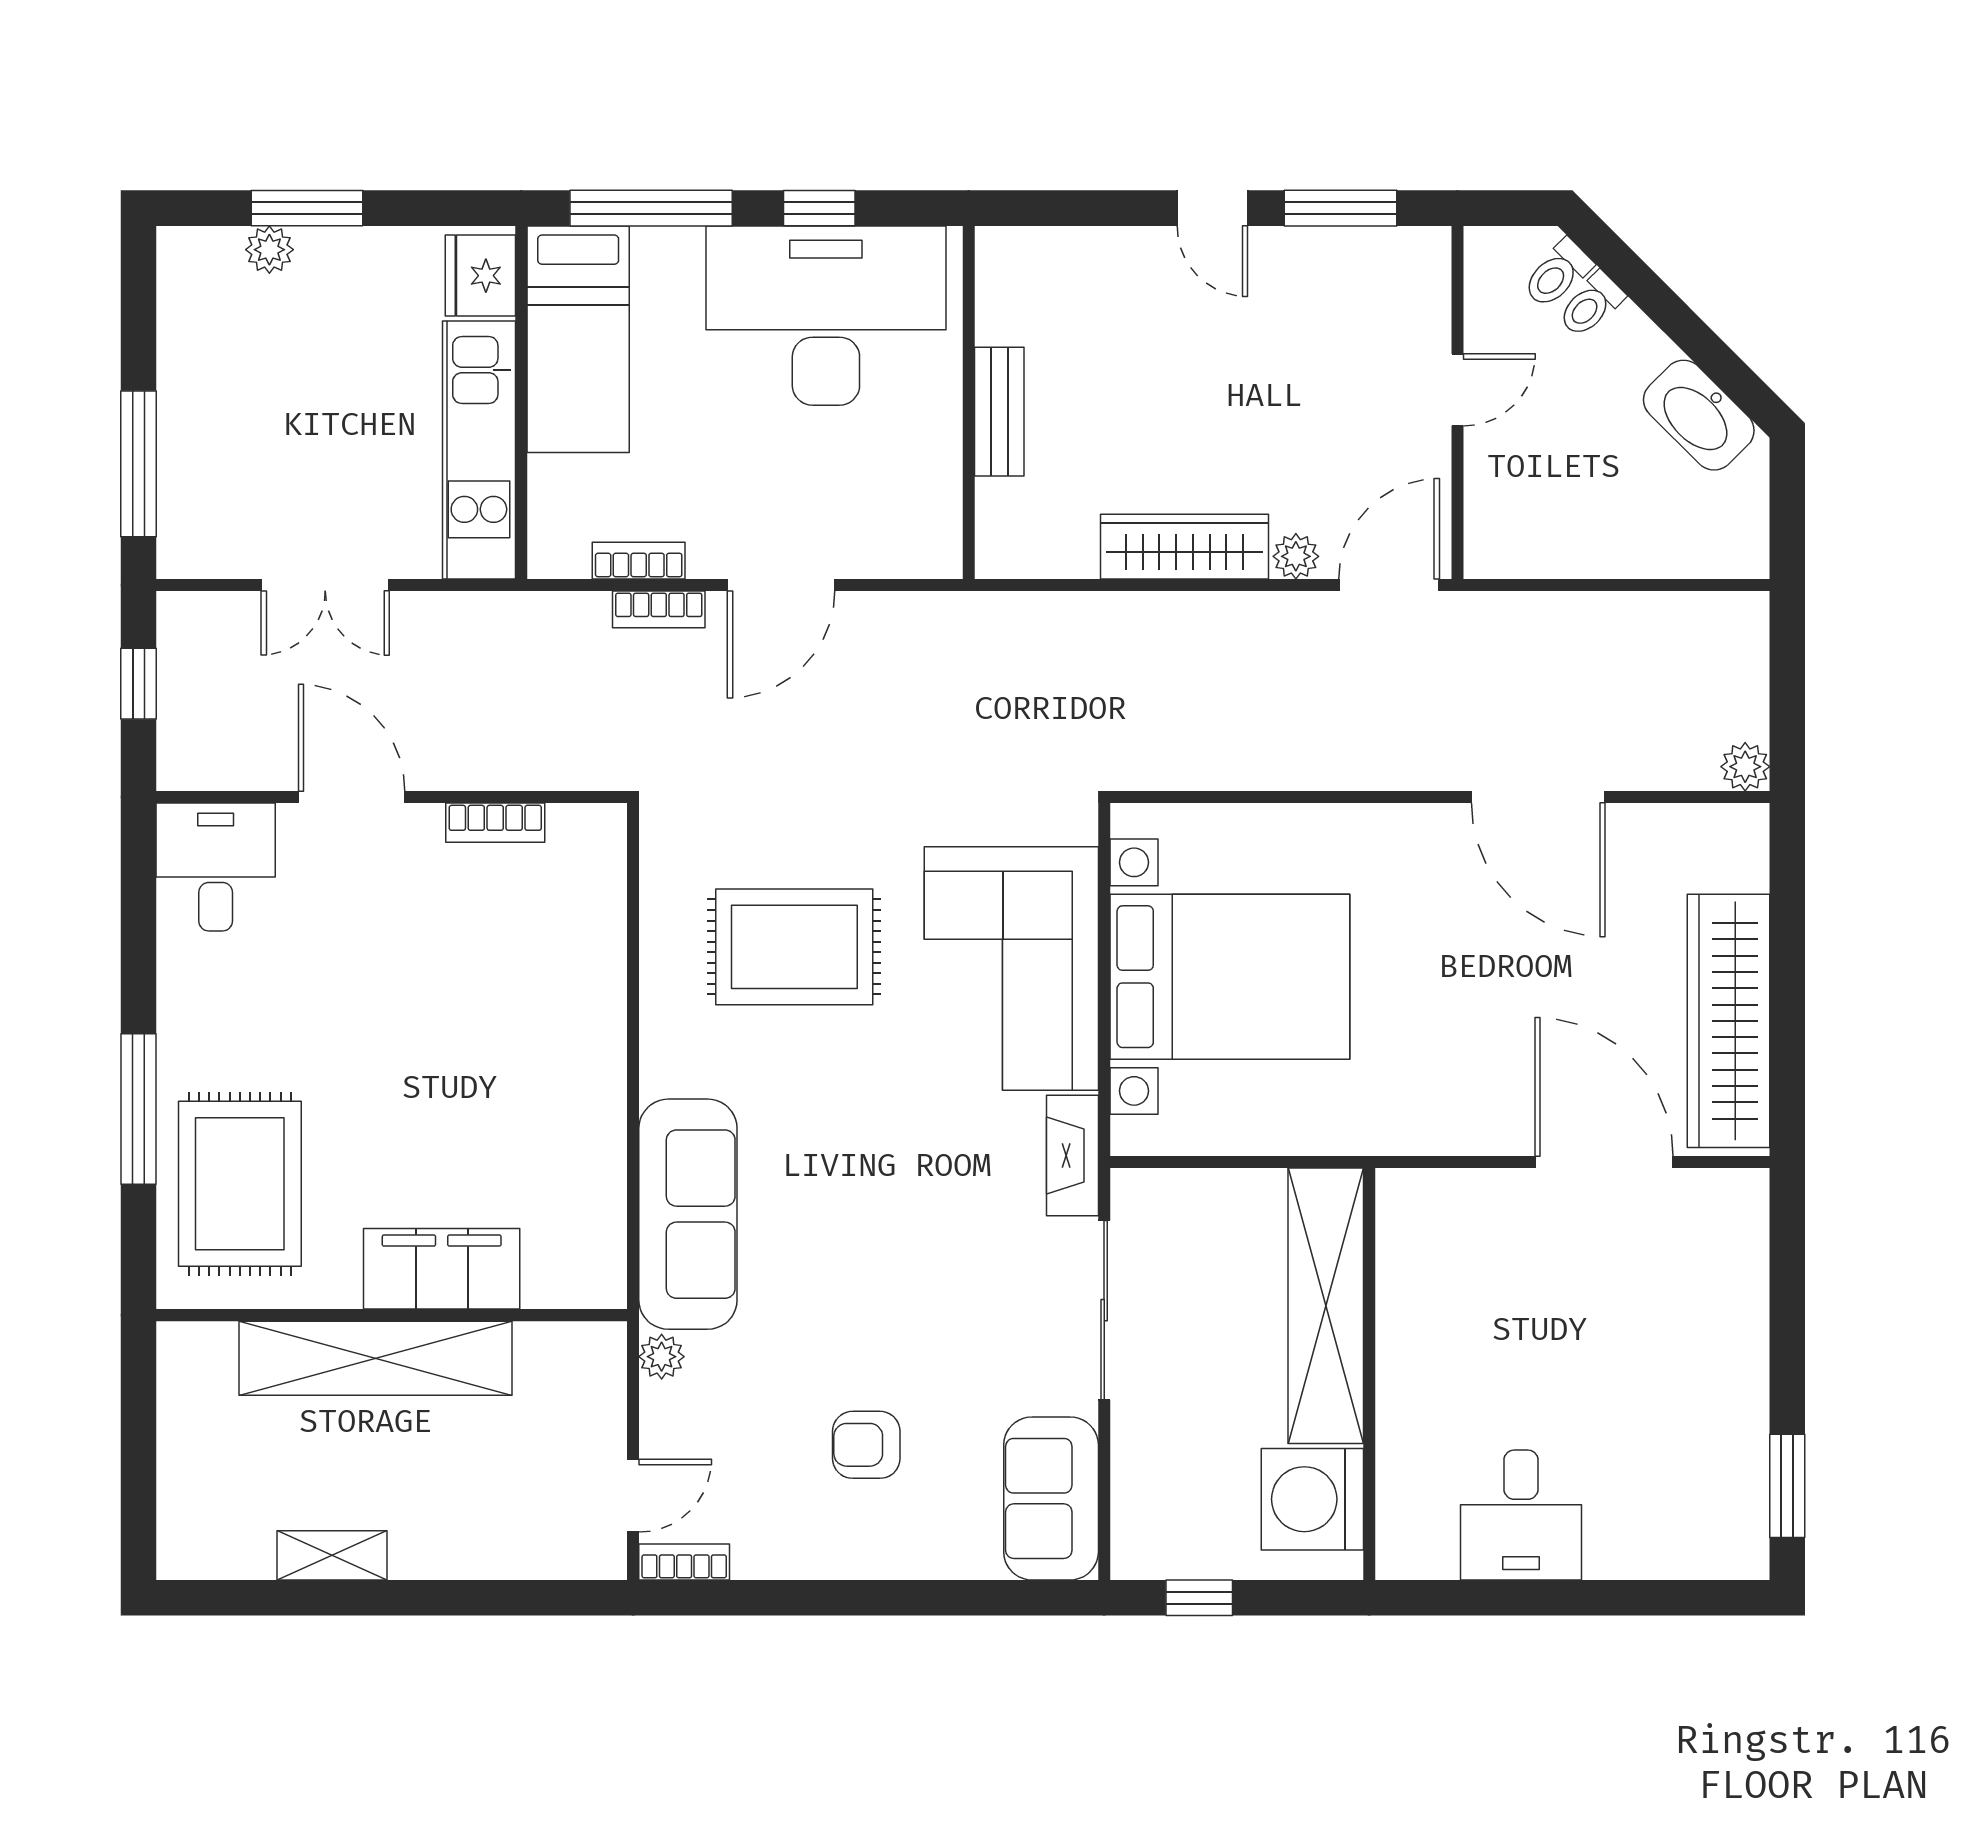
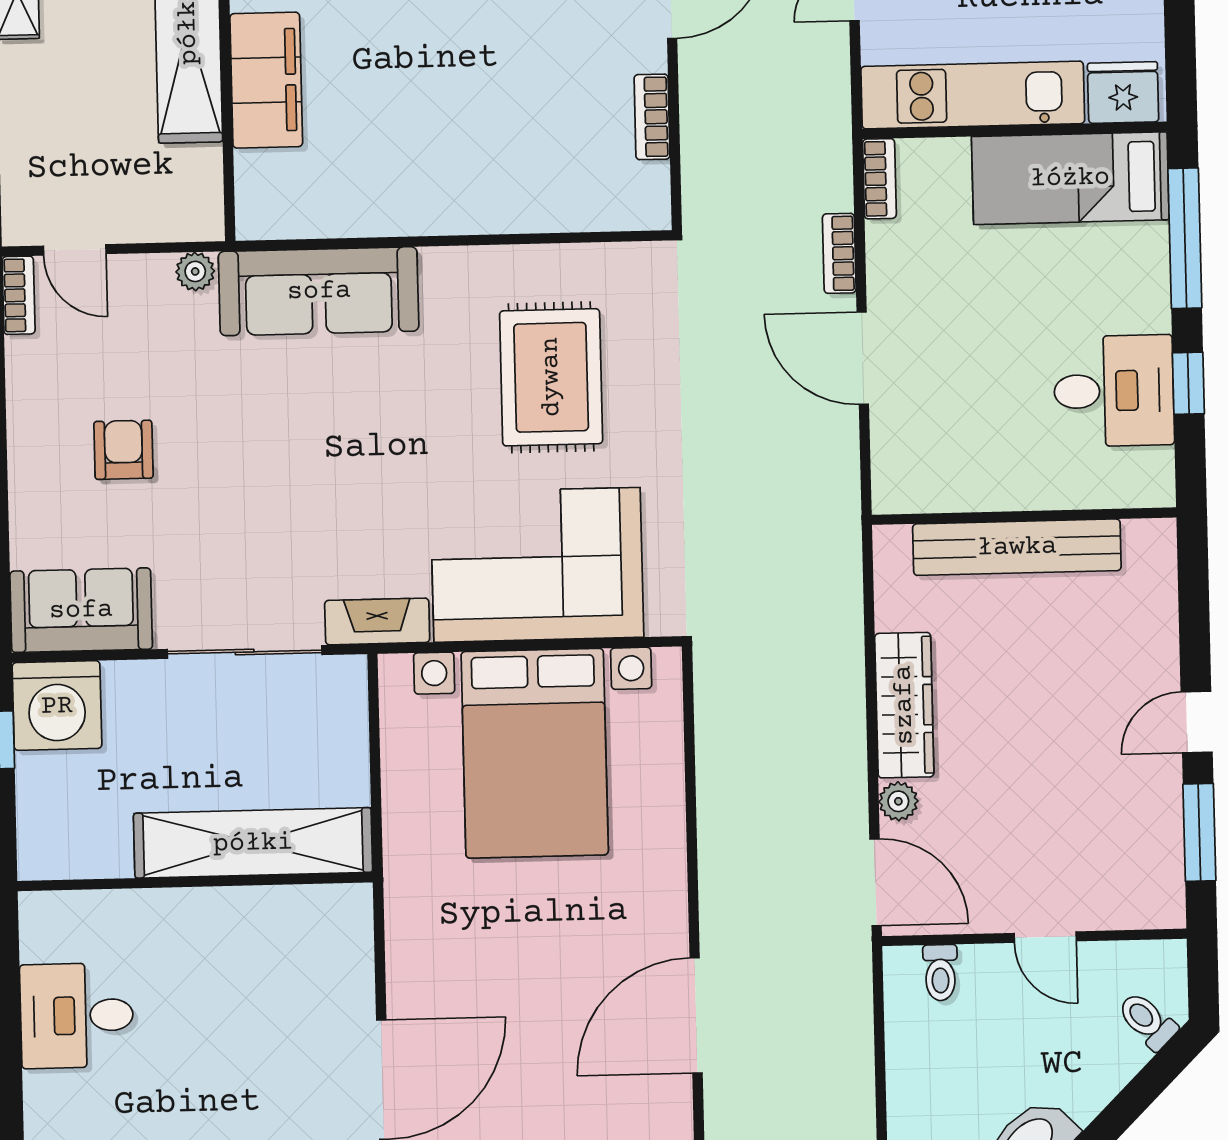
toilet: (1591, 305) -> (940, 973), moved, turned -135
desk: (826, 316) -> (1114, 391), width x0.53, depth x0.77
bench: (999, 412) -> (1017, 547), width x1.86, depth x1.21
bookcase: (639, 561) -> (879, 179), moved
washing machine: (1312, 1499) -> (57, 706), moved, turned 180

